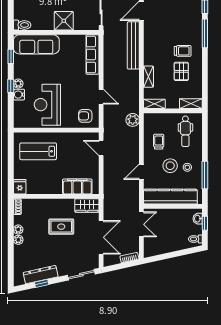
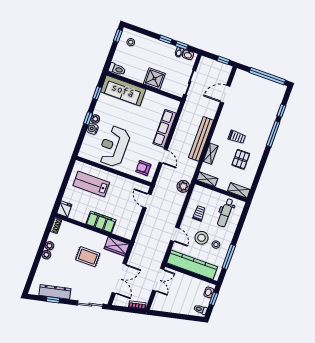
bench: (133, 45) -> (201, 139), moved
trolley: (183, 51) -> (237, 137), moved
row of seats: (92, 55) -> (165, 128), moved
door: (141, 172) -> (175, 234), swing flipped
filing cabinet: (77, 186) -> (101, 222), moved

